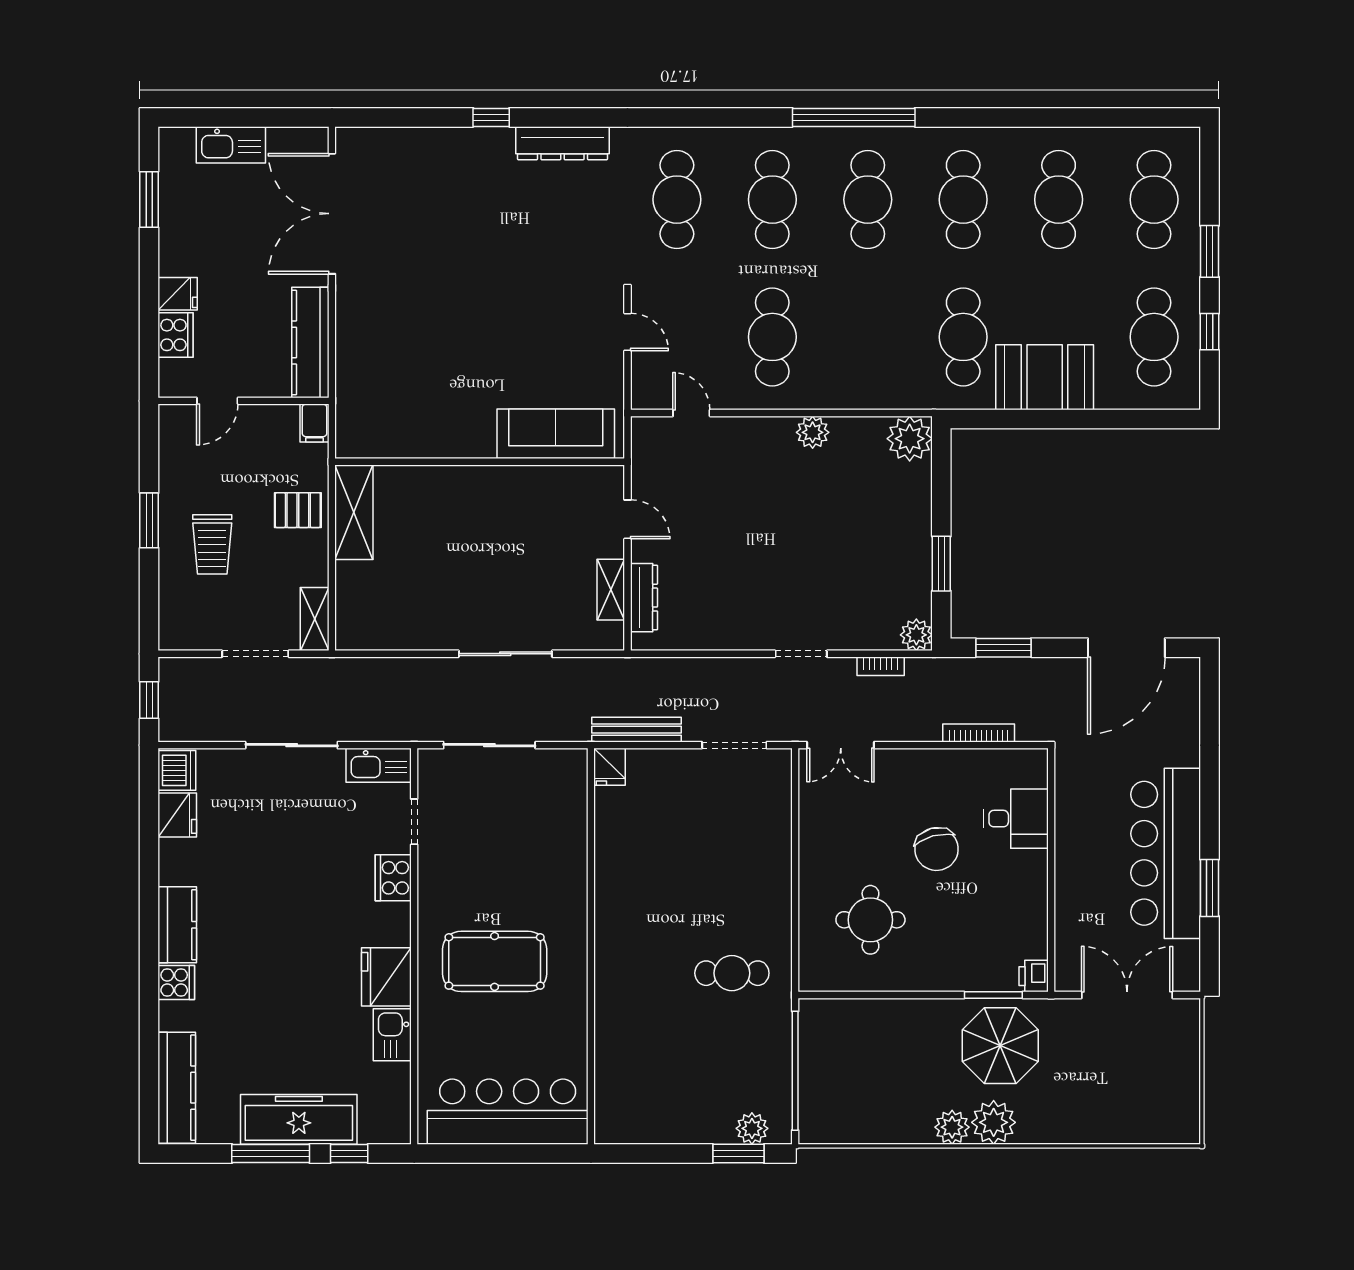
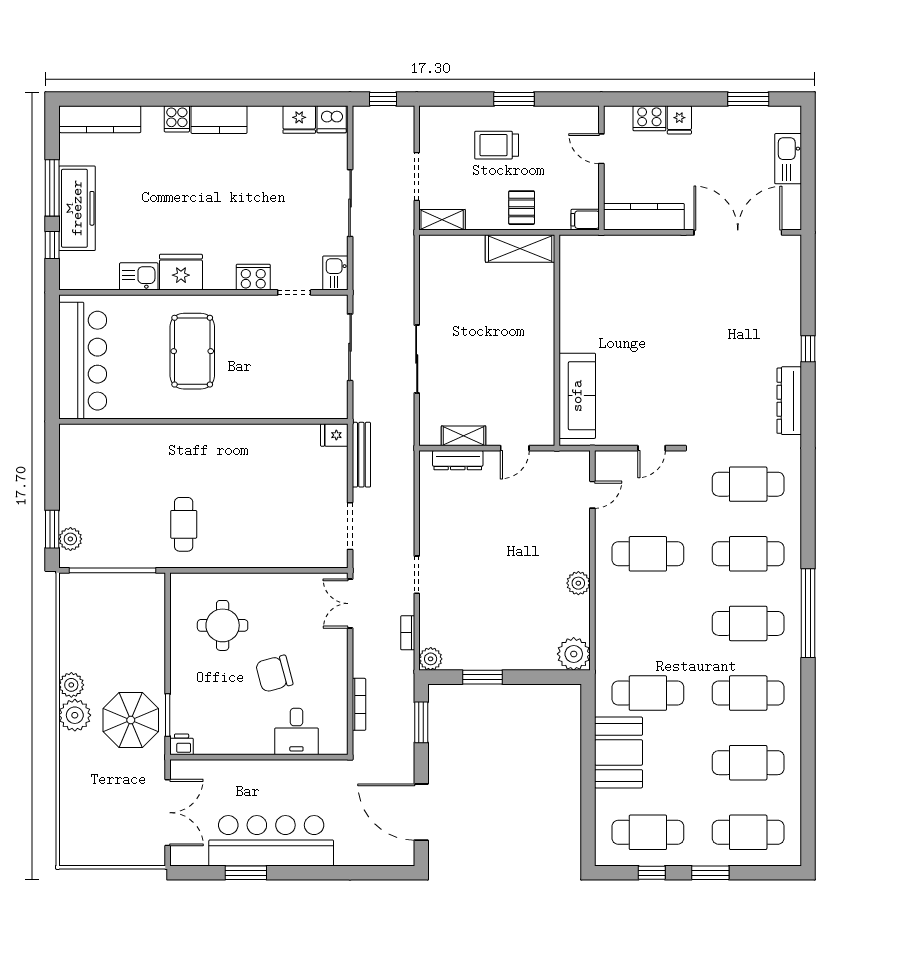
kitchen sink: (379, 765) -> (335, 273), width x0.73

